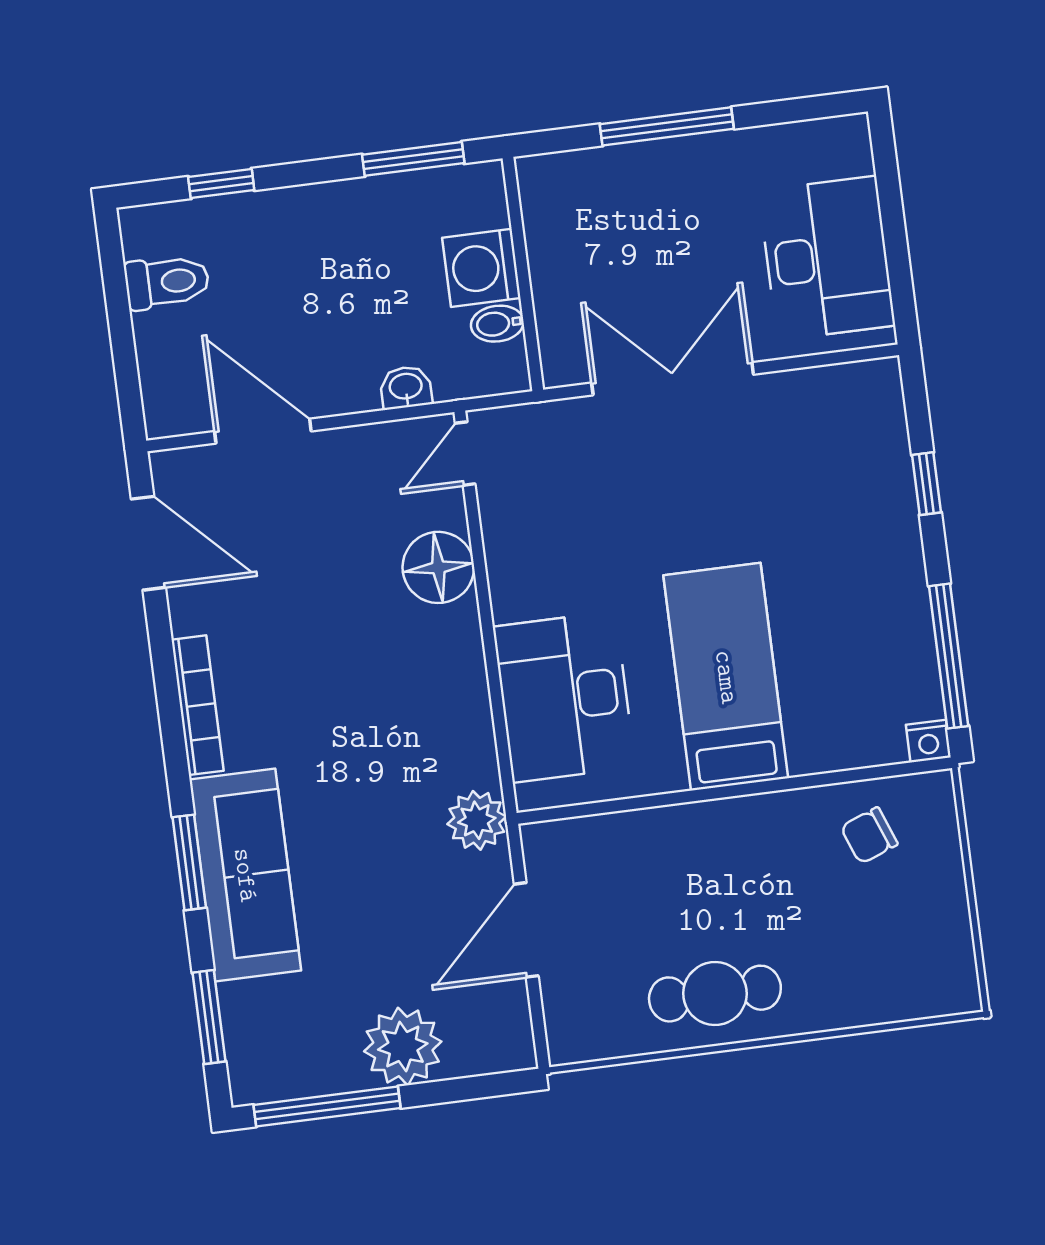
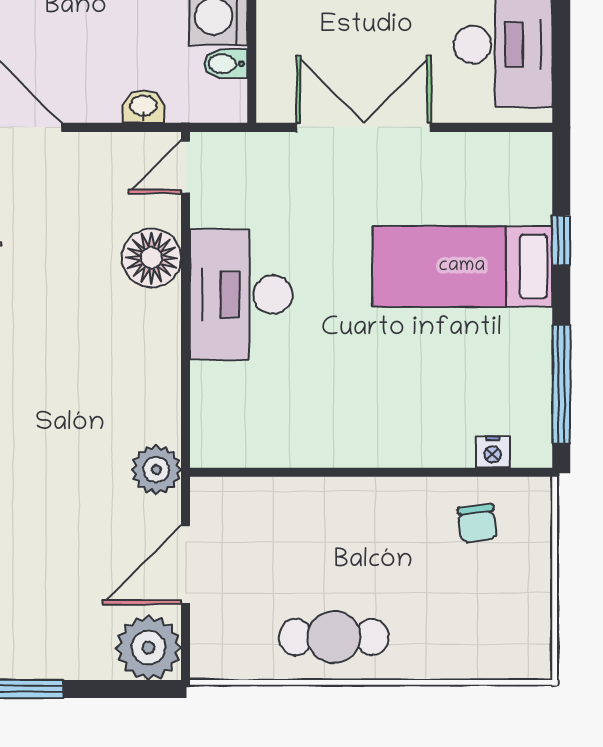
bed: (726, 677) -> (462, 266), moved, turned -90
desk: (564, 697) -> (241, 295), moved
nightstand: (928, 741) -> (493, 452), moved
chair: (869, 836) -> (477, 523), turned -75
plant: (403, 1046) -> (149, 648), moved

